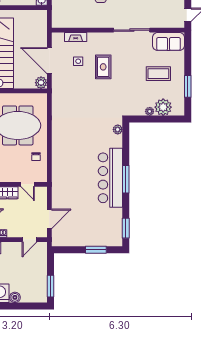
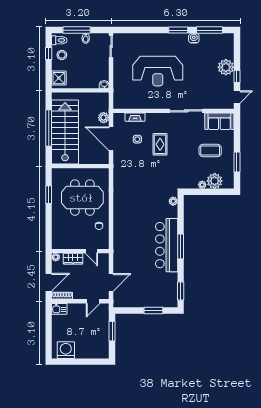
plant: (41, 83) -> (104, 118), moved
window: (50, 286) -> (112, 331), moved
boiler: (15, 297) -> (80, 354), removed

